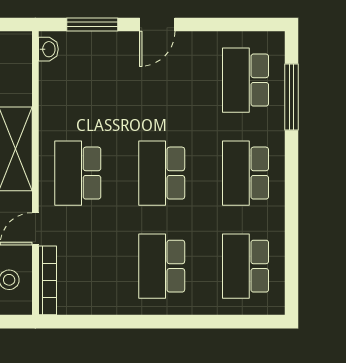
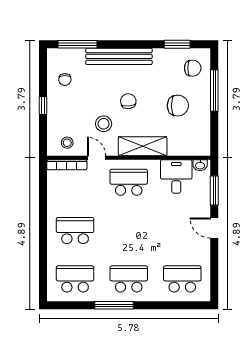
desk: (68, 90) -> (176, 176), added
window: (291, 97) -> (114, 305), moved
school desk: (162, 173) -> (129, 231), removed

